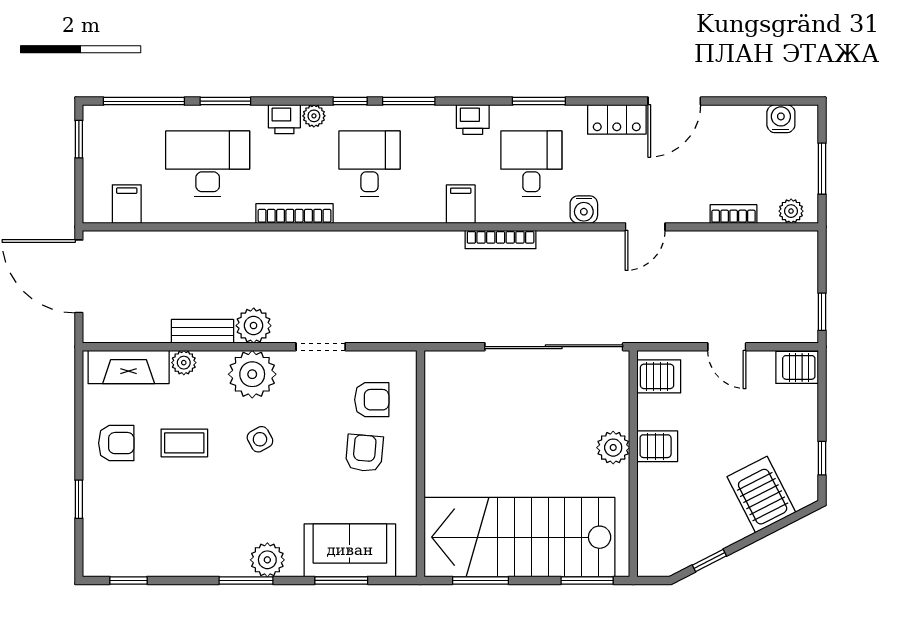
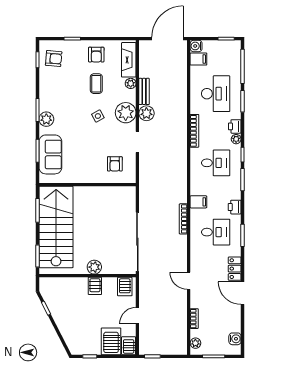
water cooler: (584, 210) -> (196, 46), moved
armchair: (364, 453) -> (54, 59), moved
server rack: (761, 494) -> (111, 341), moved, turned -63

